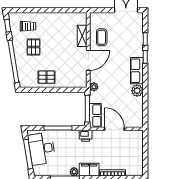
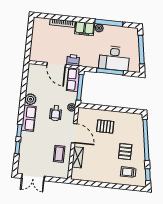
door: (88, 60) -> (74, 133), swing flipped
pallet: (46, 77) -> (105, 127), moved
wheelchair: (110, 79) -> (56, 113), added
printer: (86, 136) -> (73, 60), moved
desk: (42, 149) -> (114, 58), moved, turned 99

